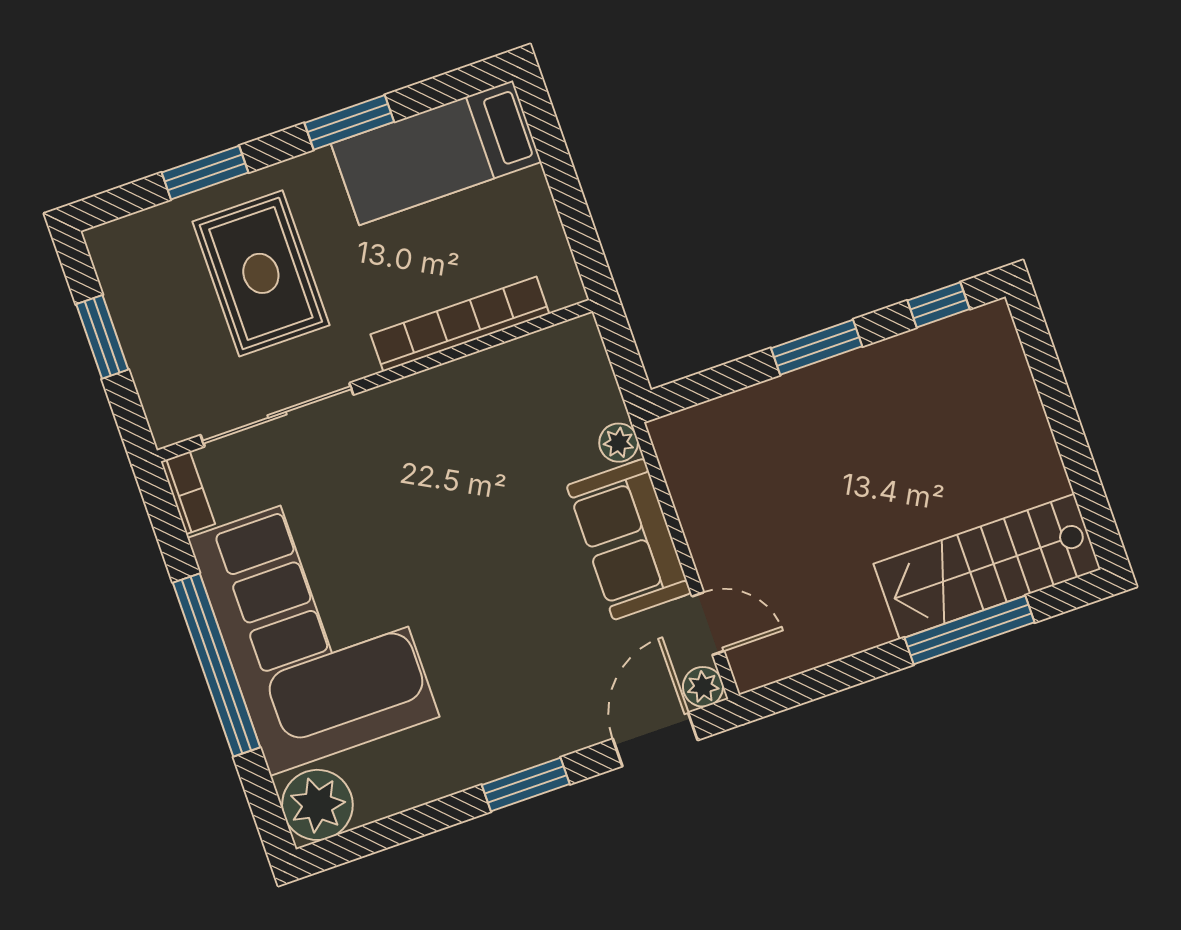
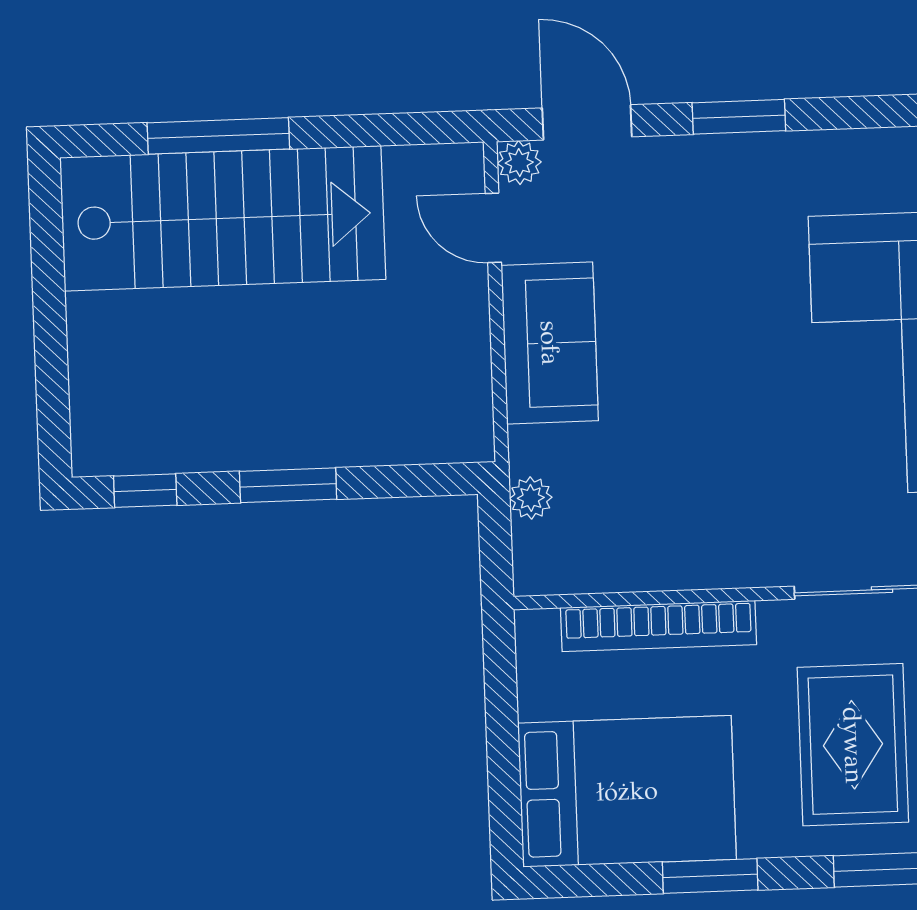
bed: (436, 153) -> (627, 791), width x1.50
plant: (619, 443) -> (531, 498), moved
stairs: (987, 566) -> (223, 218), width x1.36, depth x1.51
door: (655, 739) -> (587, 122), swing flipped

